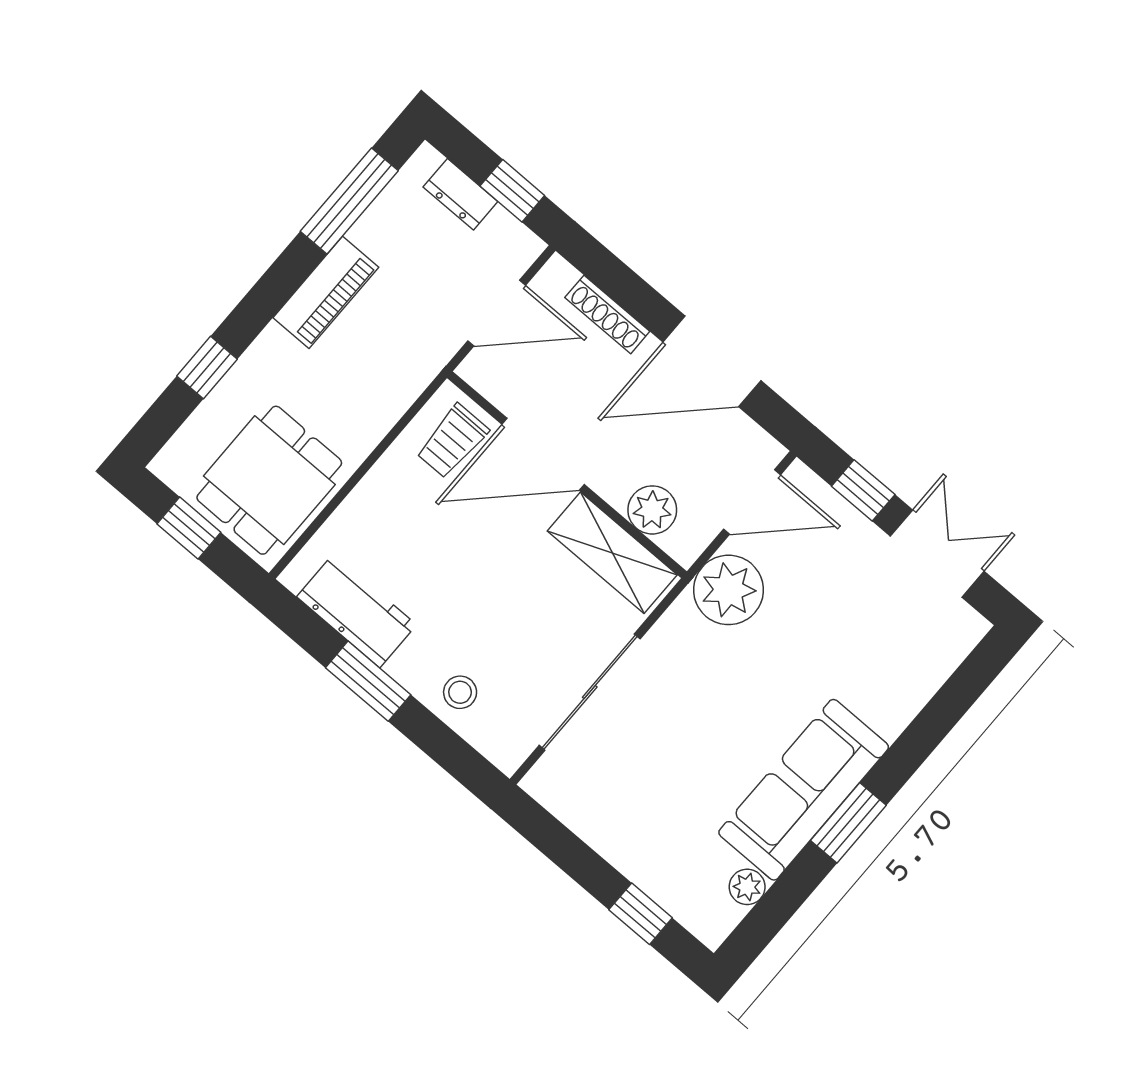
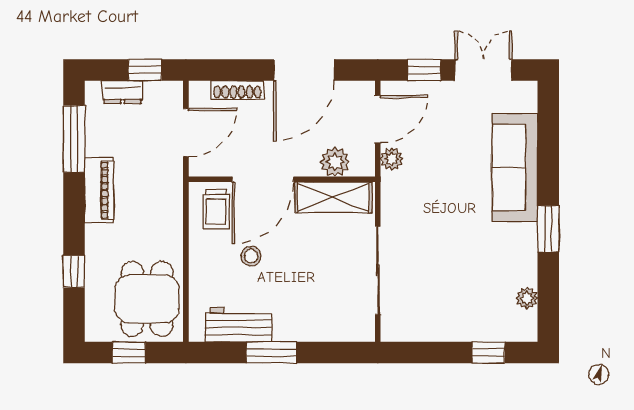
plant: (729, 590) -> (392, 159), width x0.53, depth x0.53
stool: (460, 692) -> (251, 256), moved
sofa: (804, 790) -> (515, 167), moved

